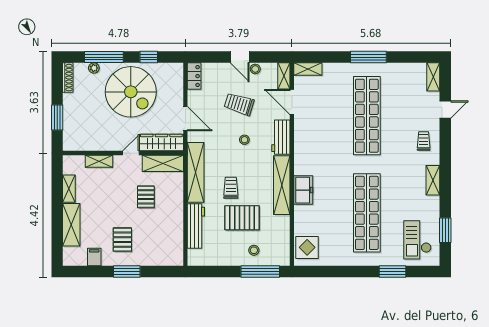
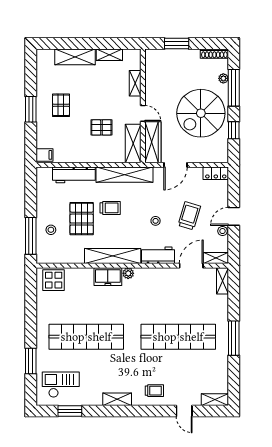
plant: (300, 169) -> (128, 273), added
pallet: (122, 240) -> (61, 105), turned 90
filing cabinet: (94, 257) -> (44, 155), moved

